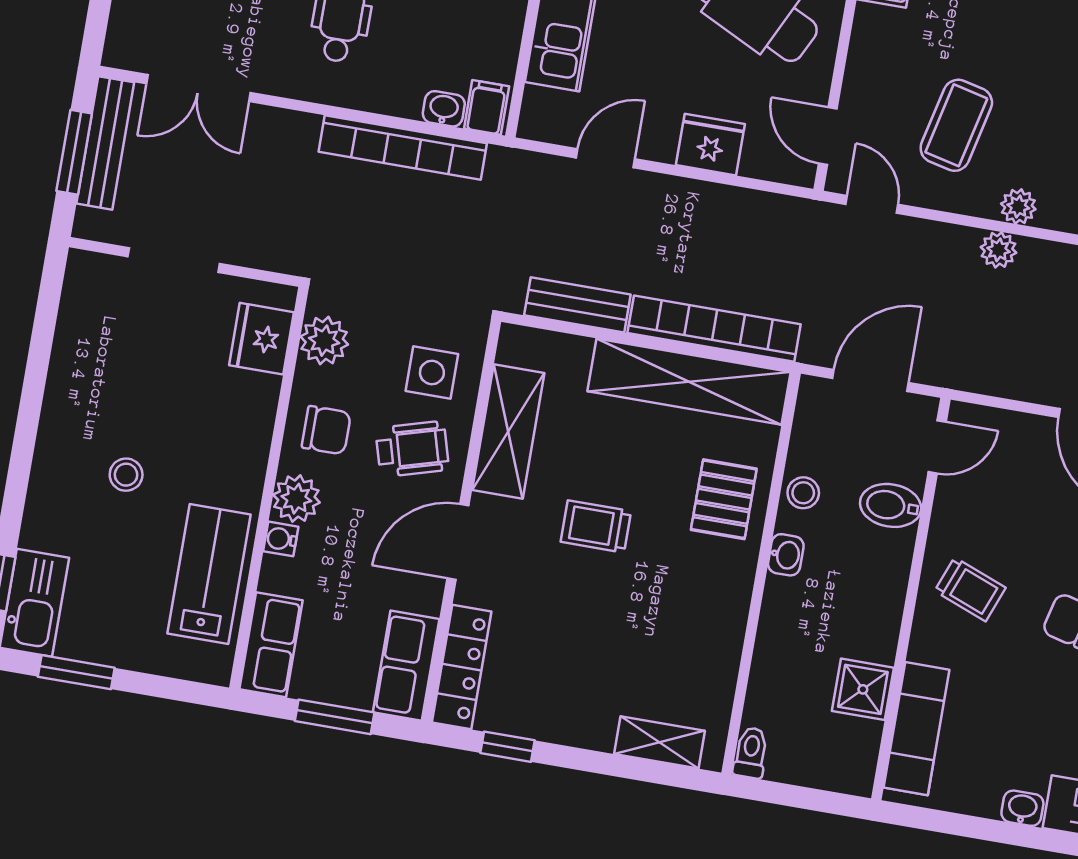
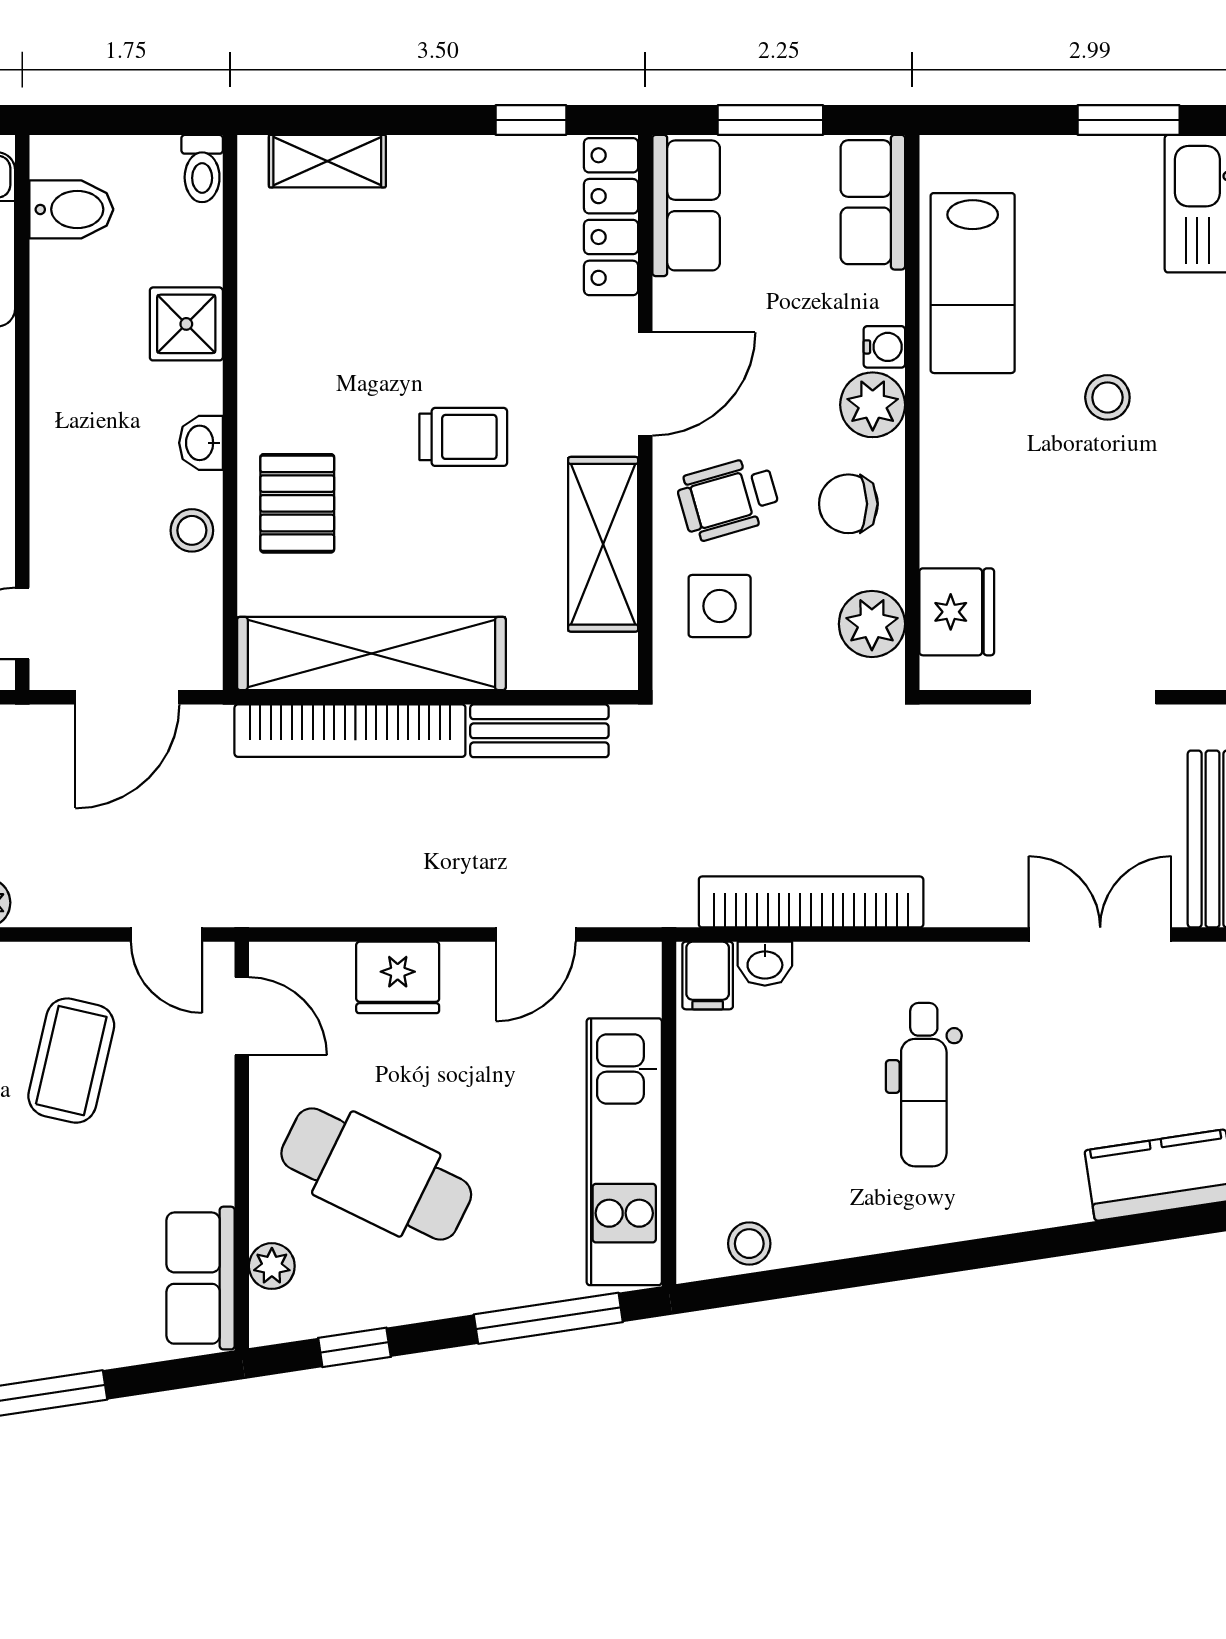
bidet: (891, 505) -> (71, 209), moved
shower: (863, 689) -> (186, 324), moved

